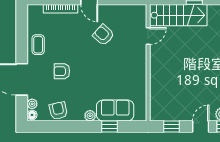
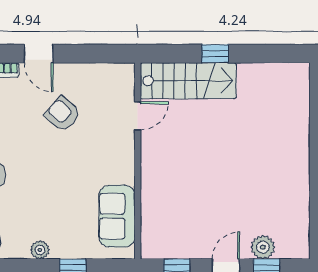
sofa: (115, 111) -> (117, 216), moved, turned -90

